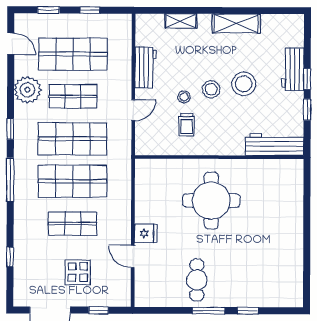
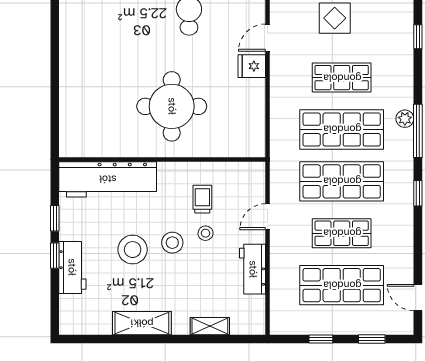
plant: (27, 90) -> (405, 119), moved, width x0.53, depth x0.53
workbench: (274, 145) -> (108, 179), width x1.36, depth x1.32
door: (133, 256) -> (268, 38), swing flipped

